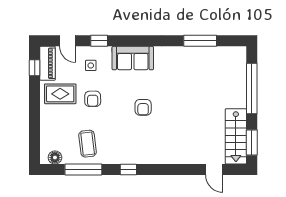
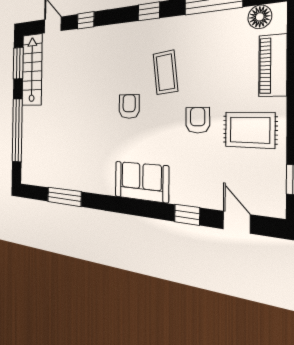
piano: (48, 63) -> (273, 65), moved
side table: (91, 65) -> (200, 176), removed
coffee table: (88, 144) -> (165, 72), moved
window: (182, 170) -> (86, 20), added

